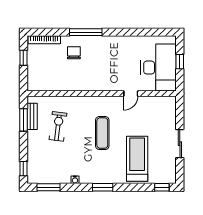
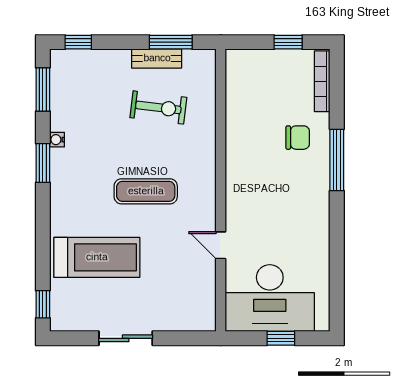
bench: (32, 116) -> (157, 58), moved
window: (103, 187) -> (43, 163), moved

